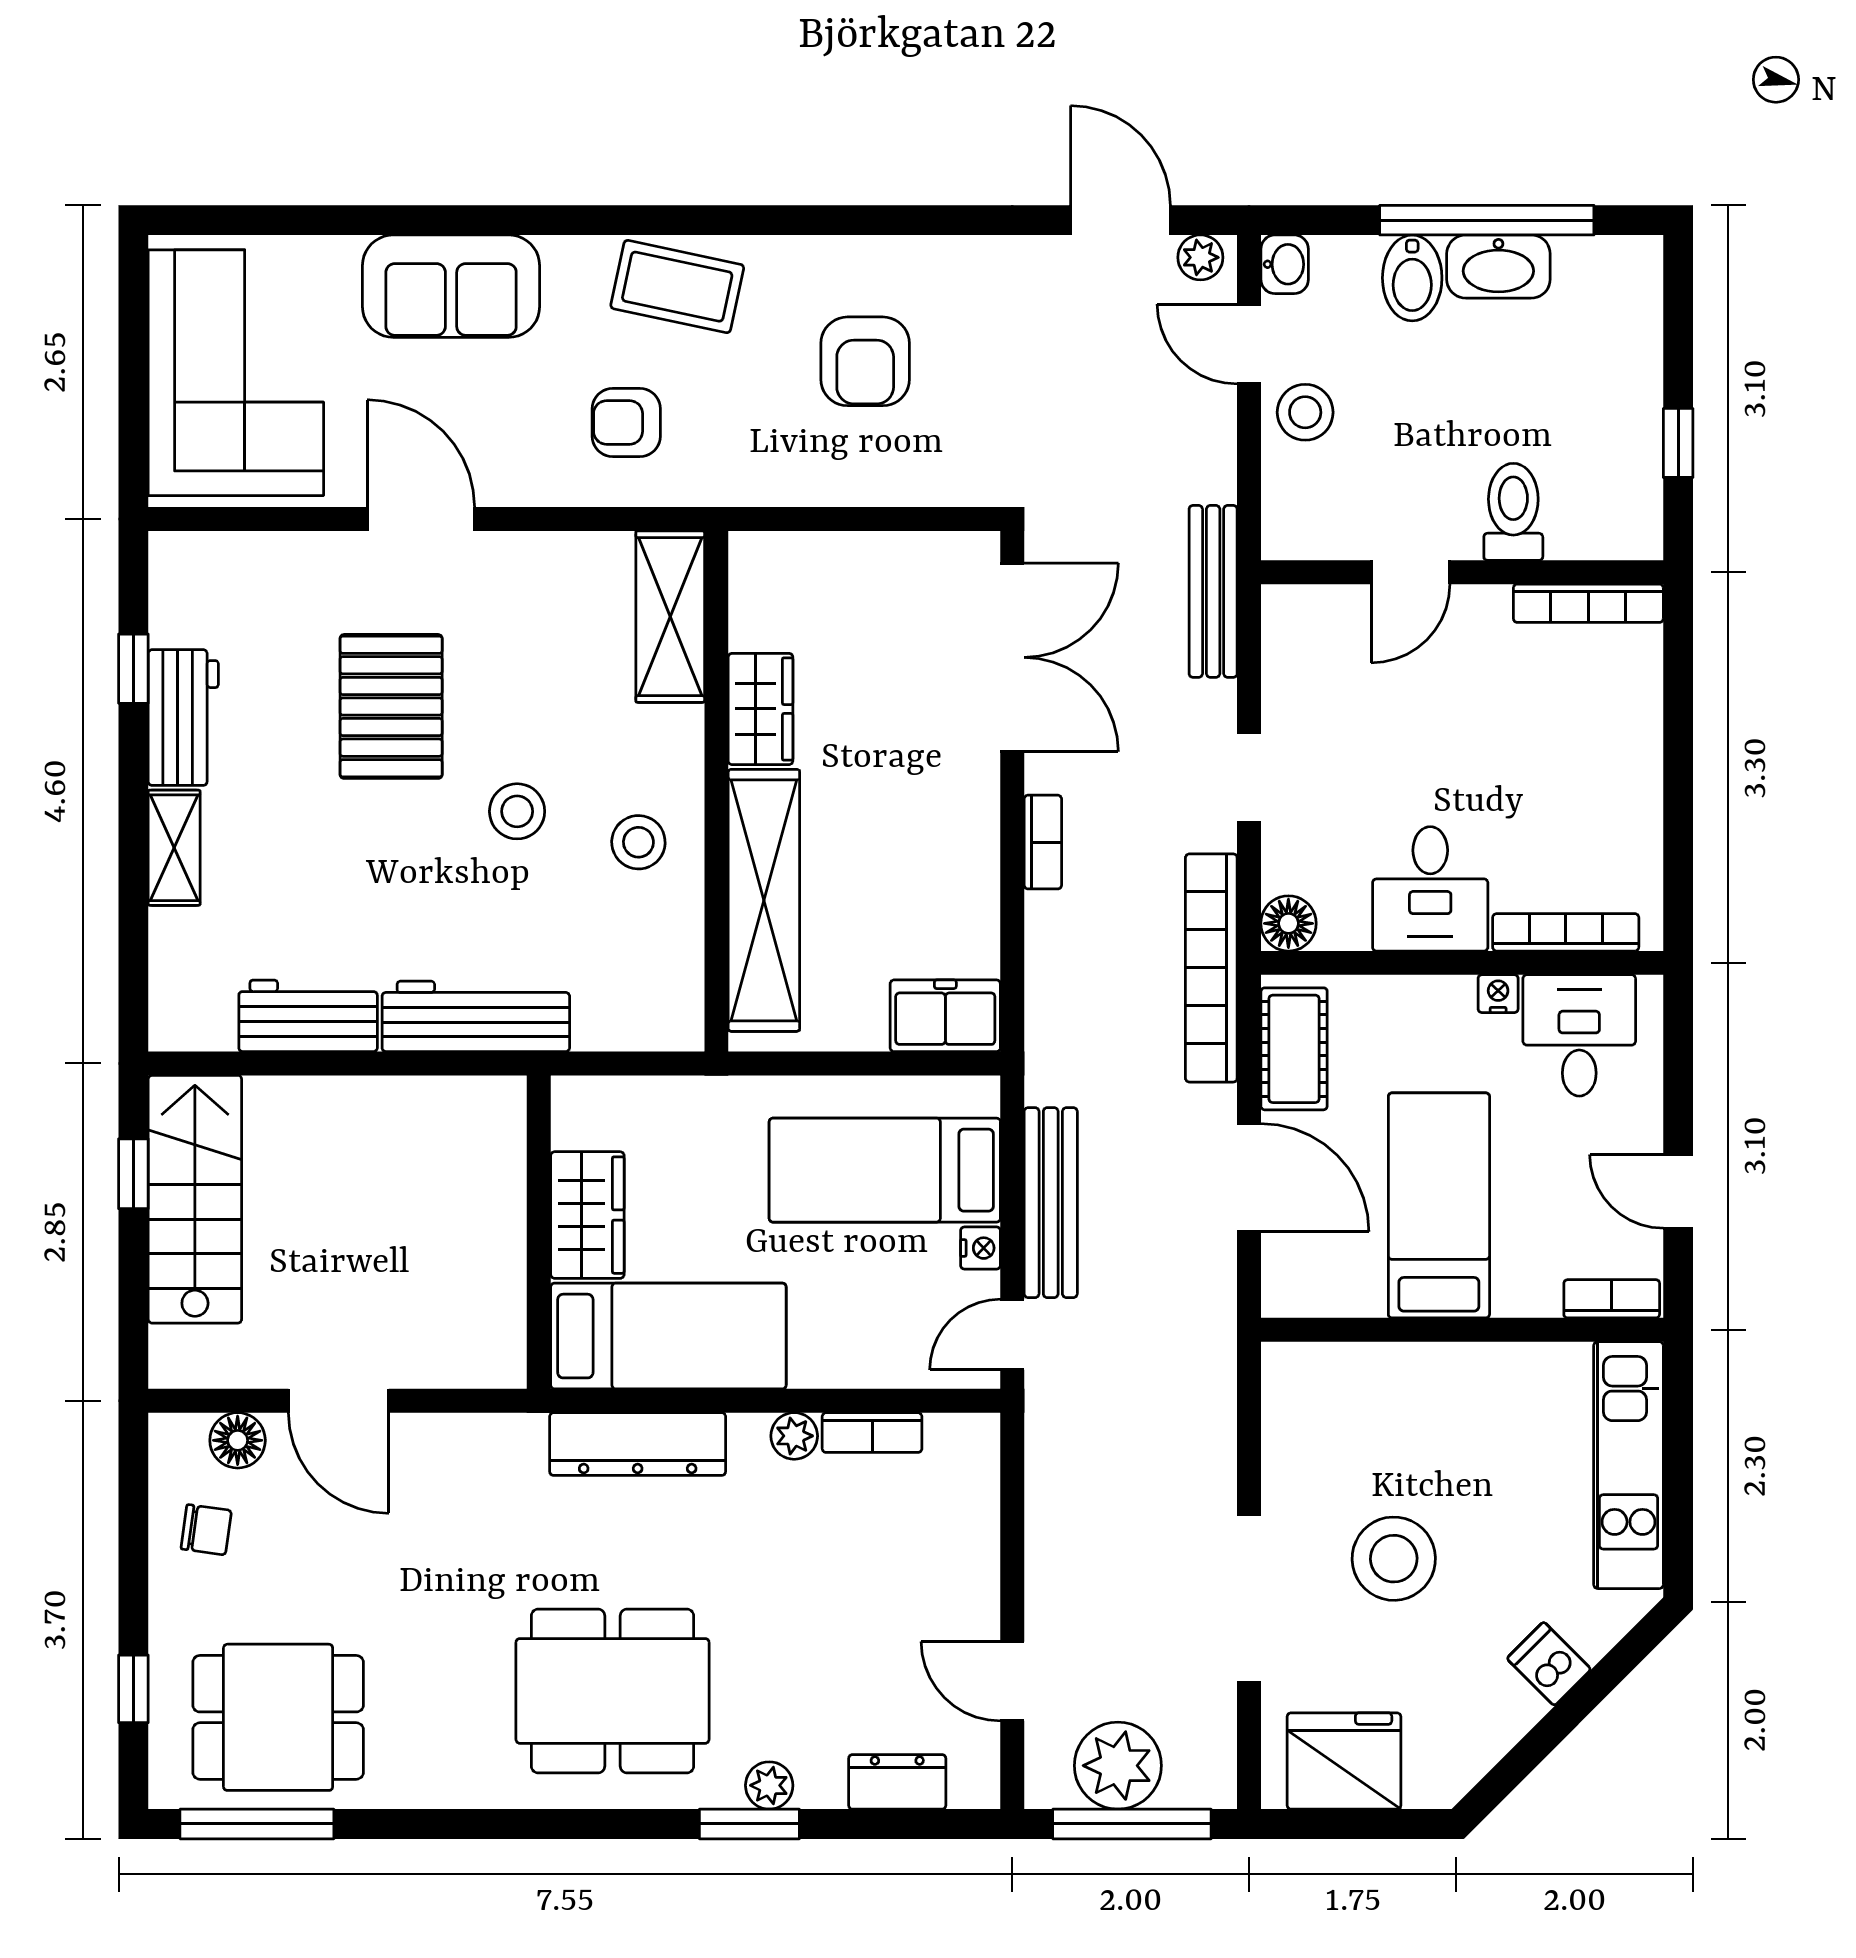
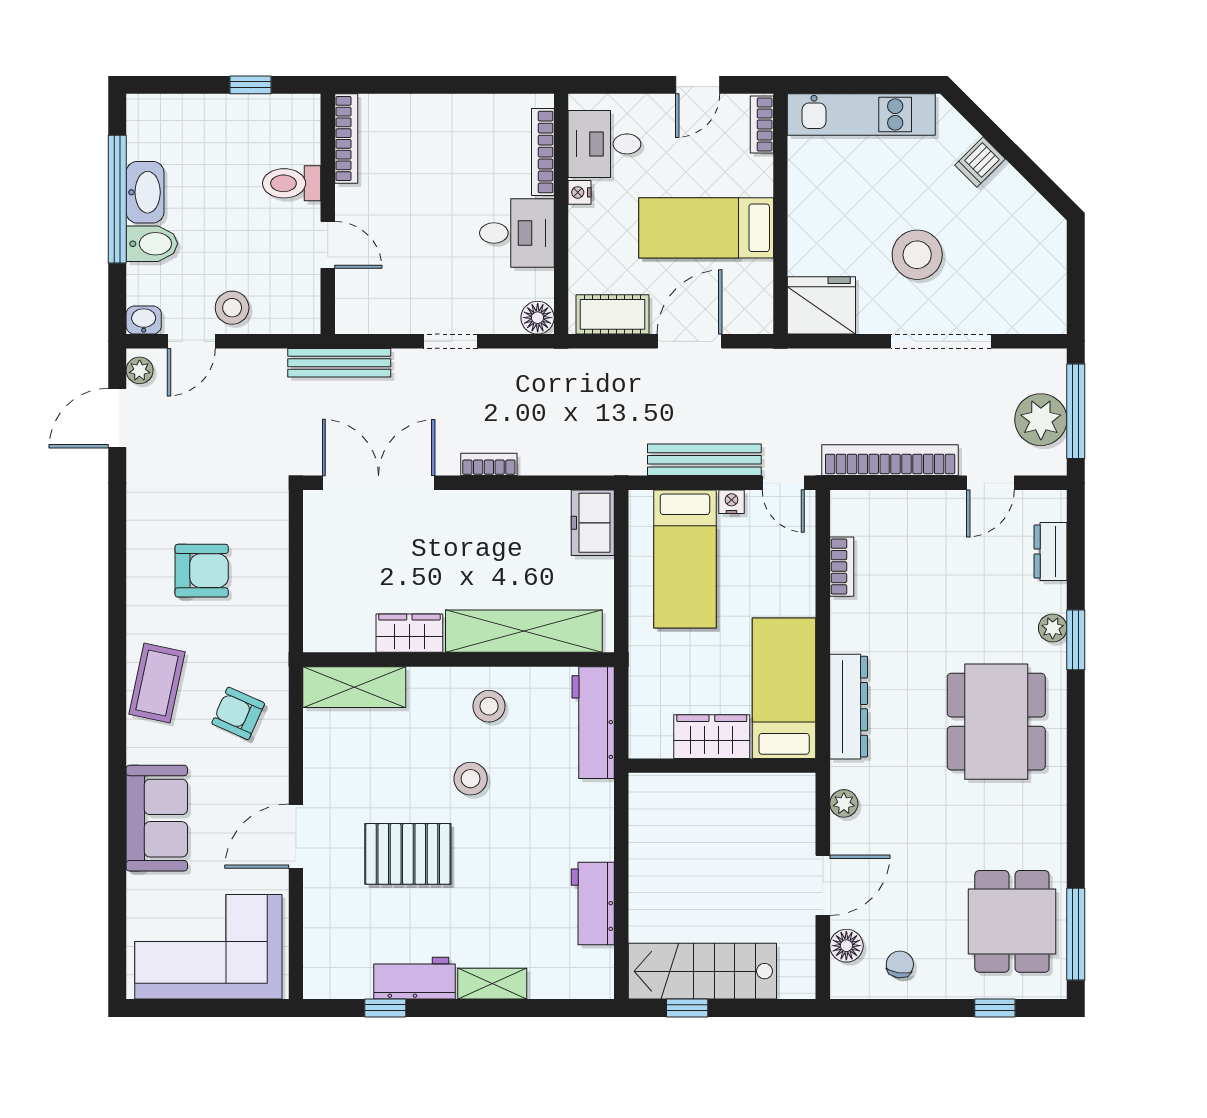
armchair: (626, 422) -> (238, 713), turned 114
bookcase: (1211, 968) -> (890, 460), moved, turned 180
workbench: (476, 1016) -> (593, 723), moved
plant: (794, 1436) -> (844, 803), moved
fridge: (1344, 1761) -> (821, 305), moved, turned 90

